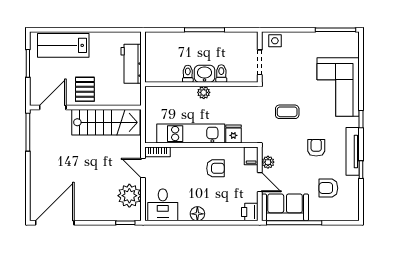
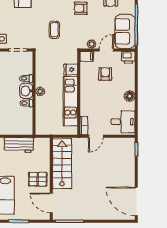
armchair: (215, 168) -> (105, 74), moved
plant: (129, 196) -> (116, 146), removed

